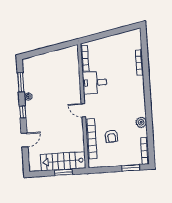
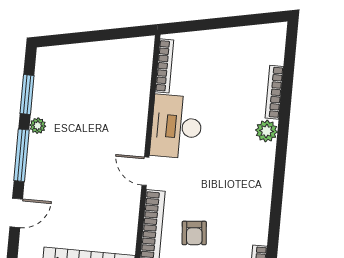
desk: (95, 82) -> (176, 127), width x1.37
window: (23, 112) -> (21, 155), width x2.17
plant: (141, 122) -> (266, 131), moved

